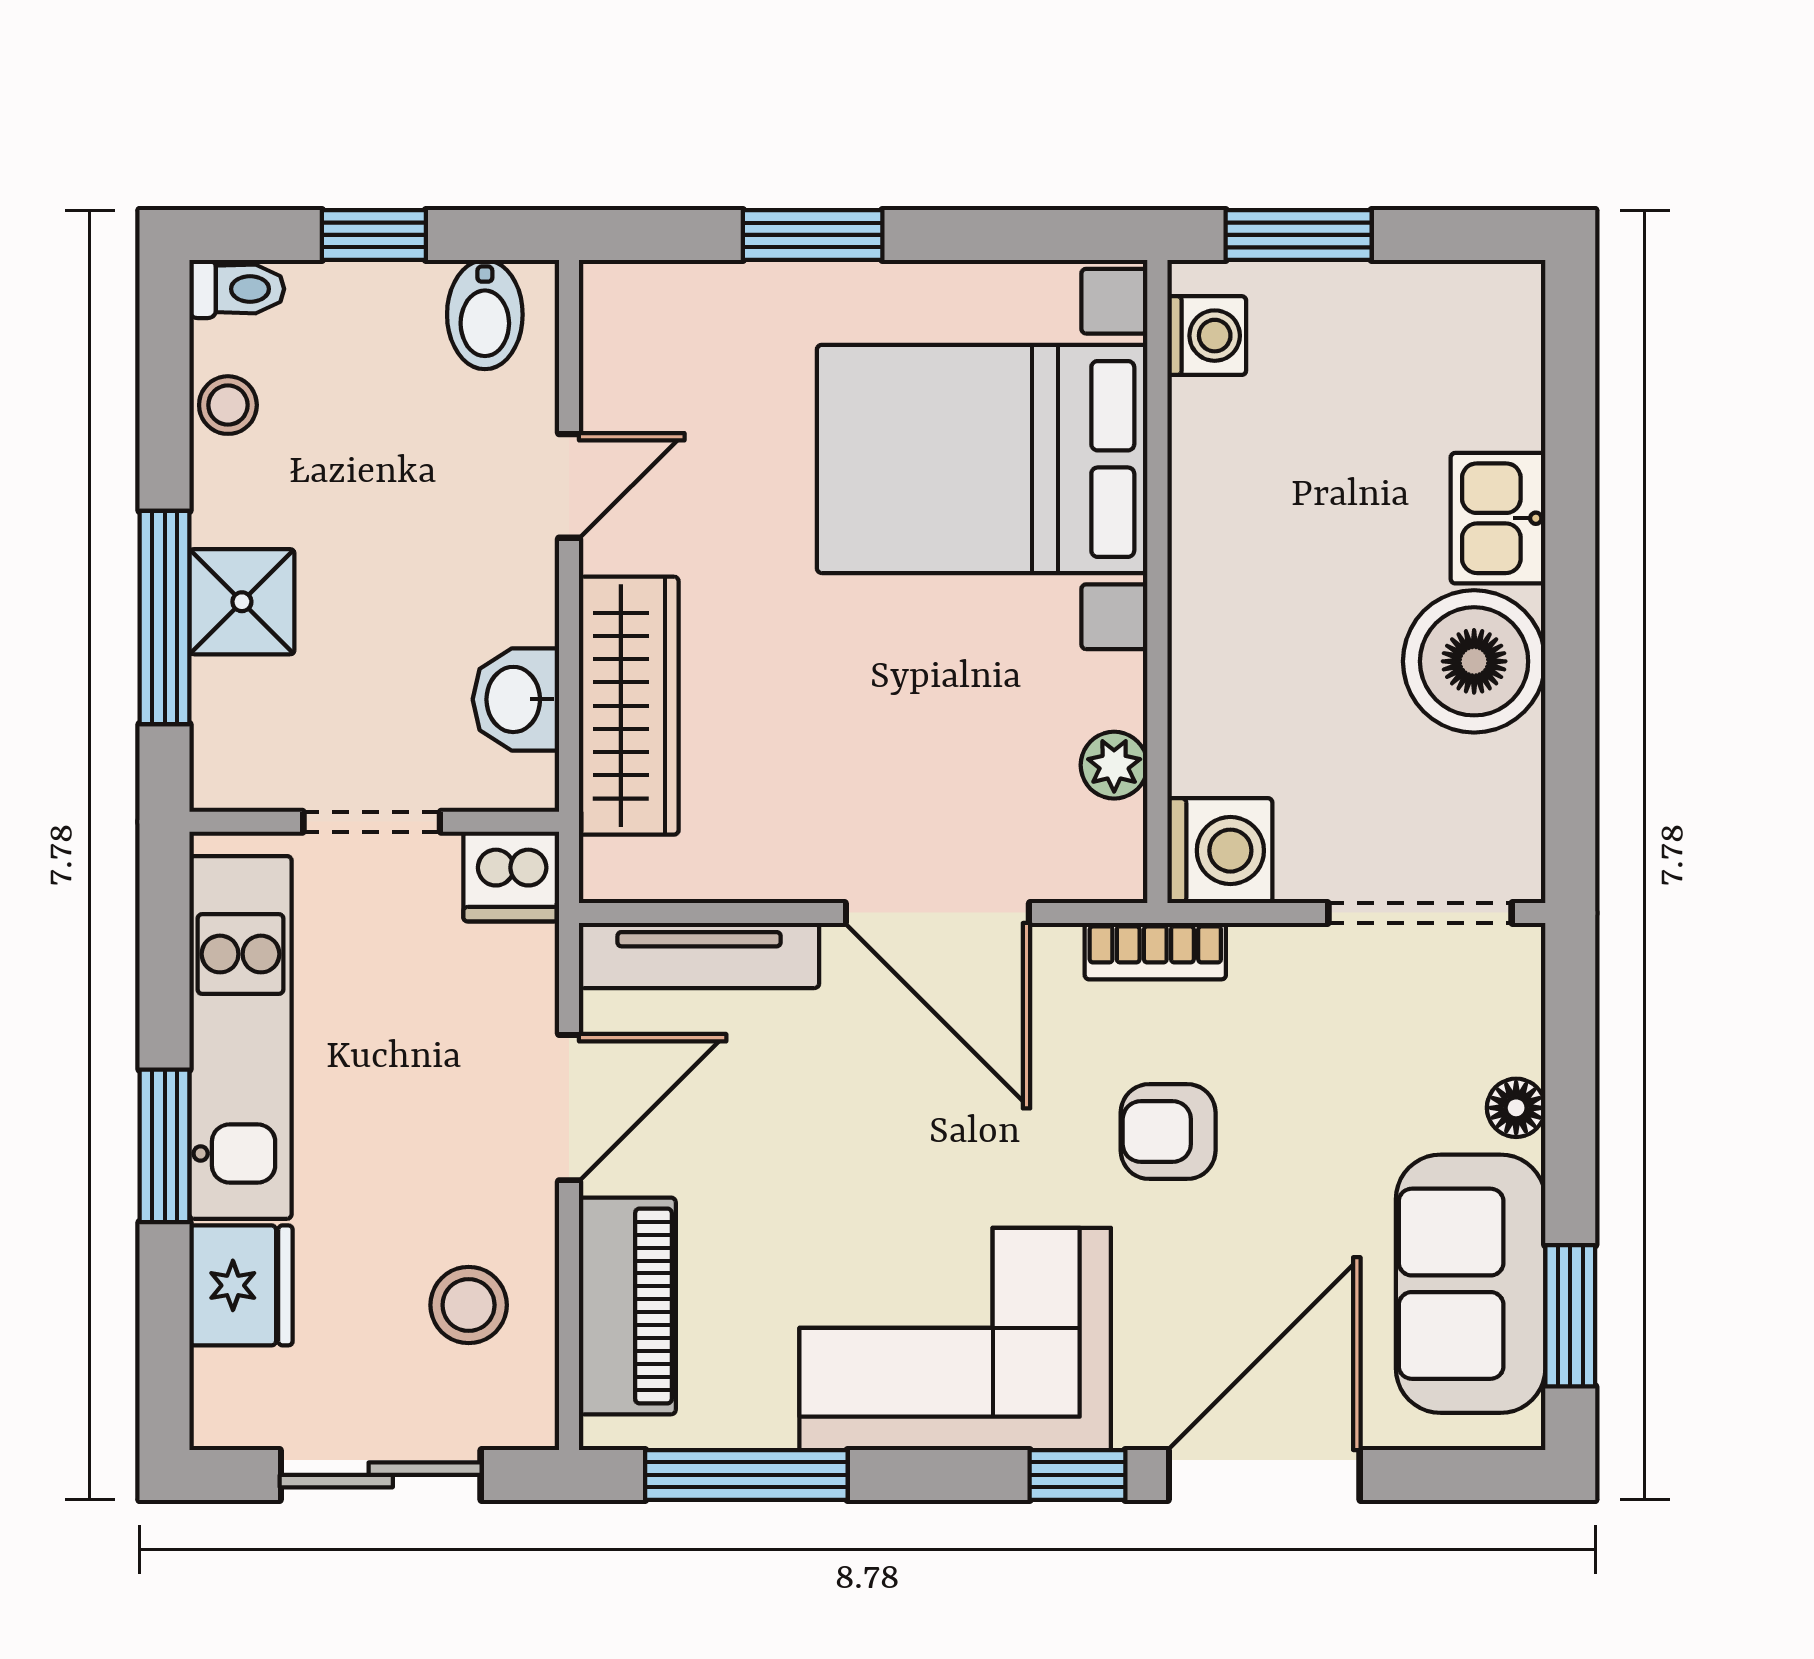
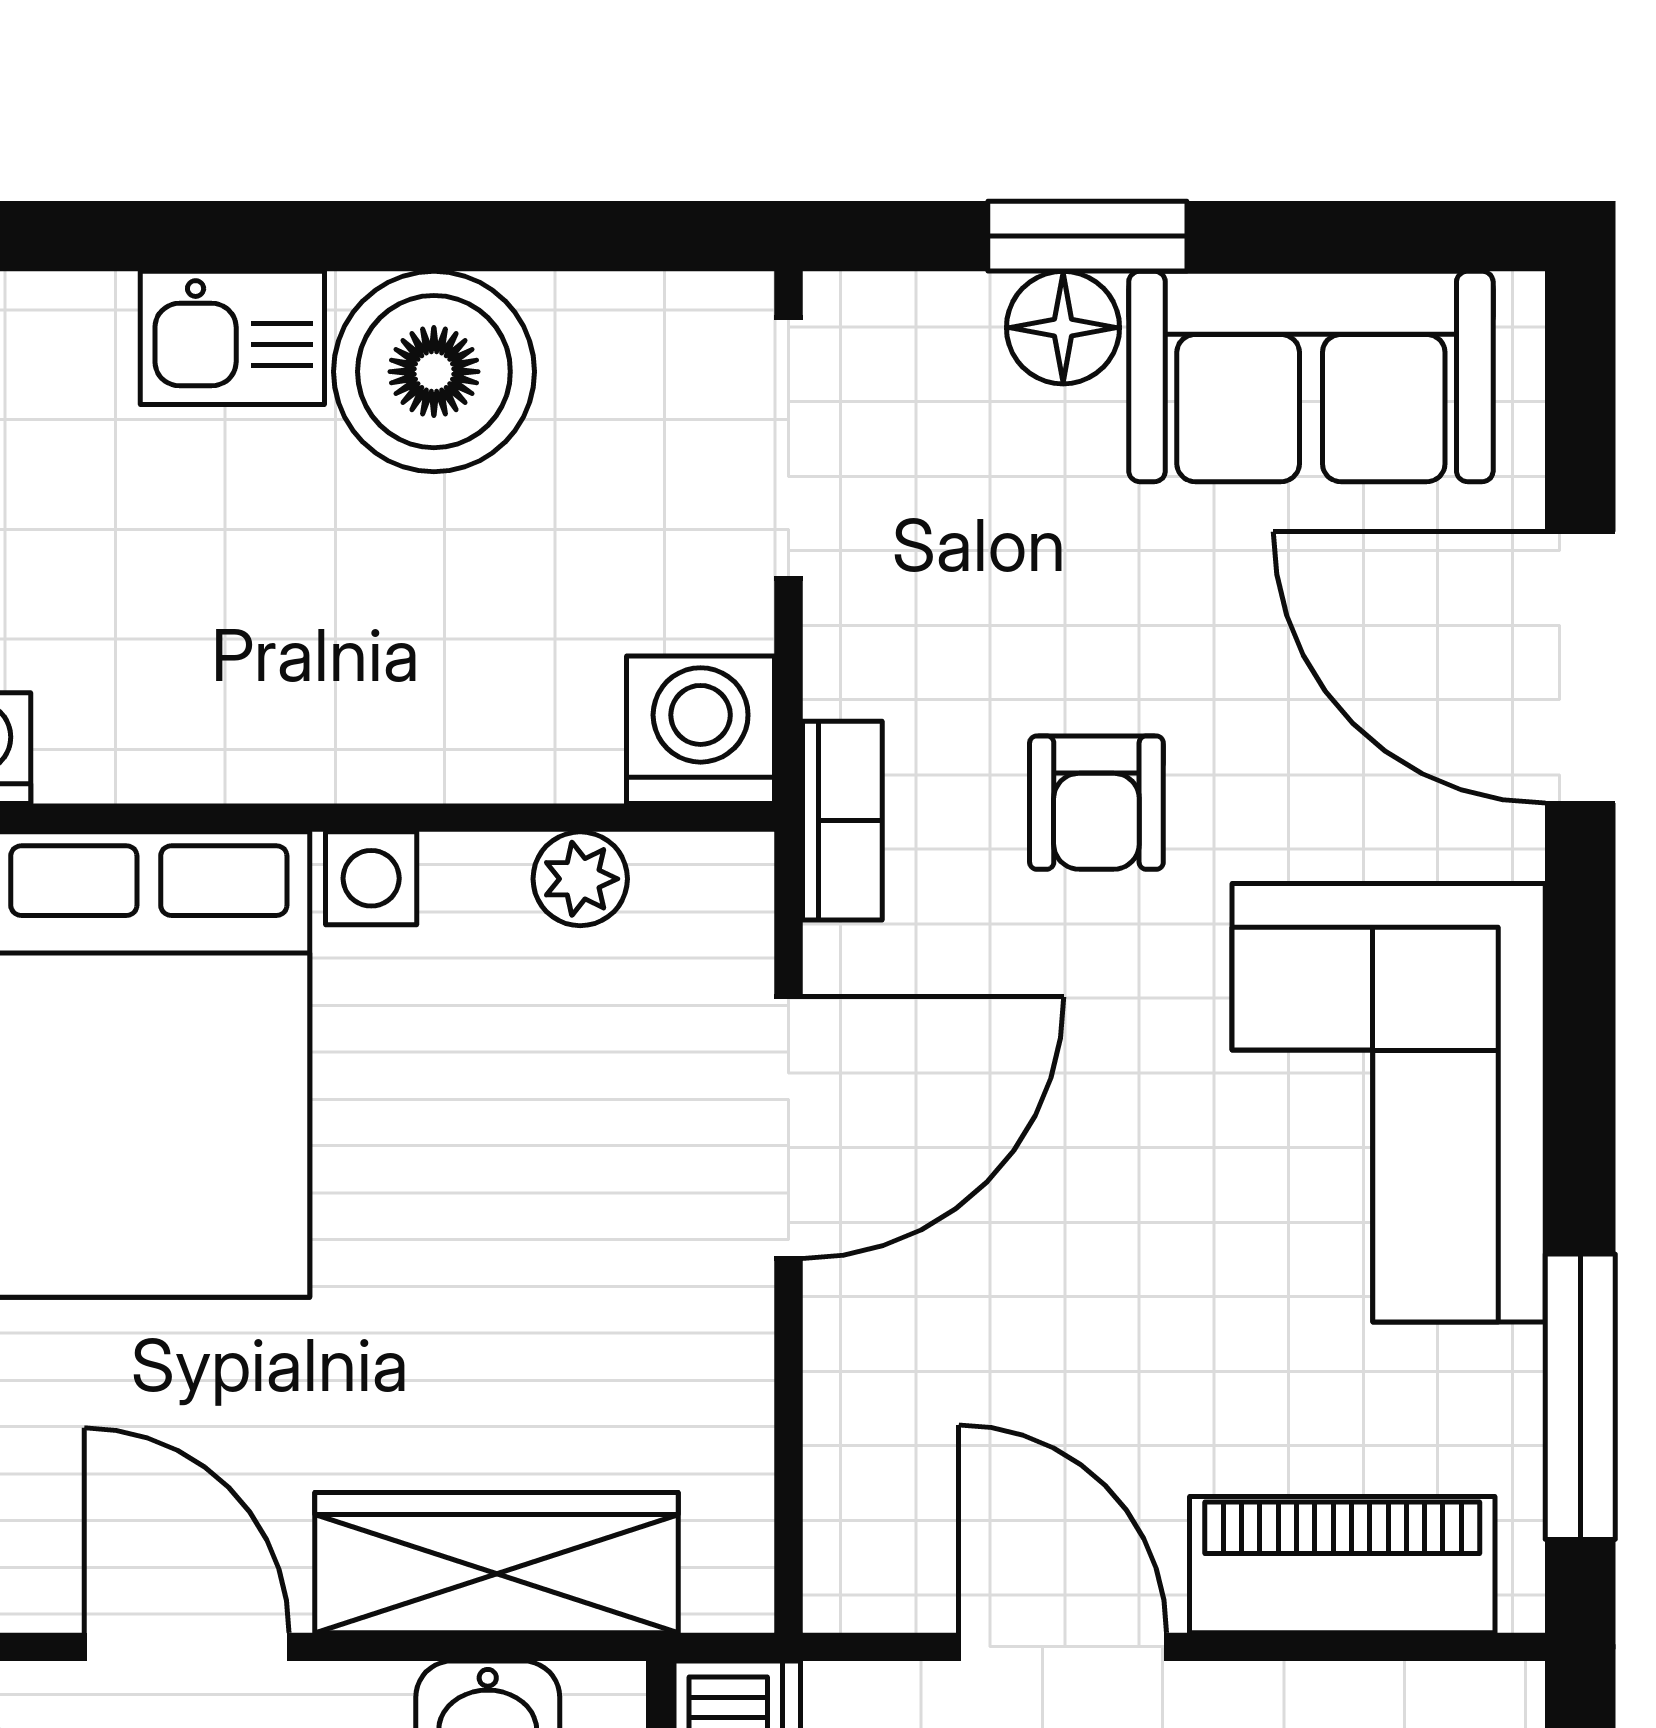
door: (569, 486) -> (187, 1647), width x1.38
tv unit: (699, 955) -> (848, 1464), removed
floor lamp: (1516, 1108) -> (1063, 328), width x1.37, depth x1.37
window: (1570, 1316) -> (1087, 236), moved
window: (1077, 1475) -> (1580, 930), removed

